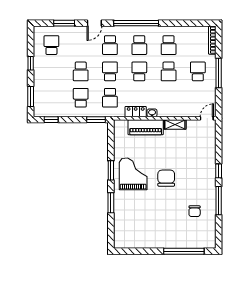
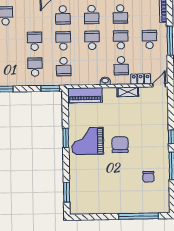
school desk: (81, 71) -> (35, 41), turned 180
school desk: (169, 71) -> (121, 40), turned 180
school desk: (169, 98) -> (121, 66), added
locker: (136, 112) -> (141, 79), moved
piano: (146, 127) -> (85, 95), moved
grand piano: (133, 174) -> (88, 141), turned -90
window: (111, 203) -> (67, 192), moved

